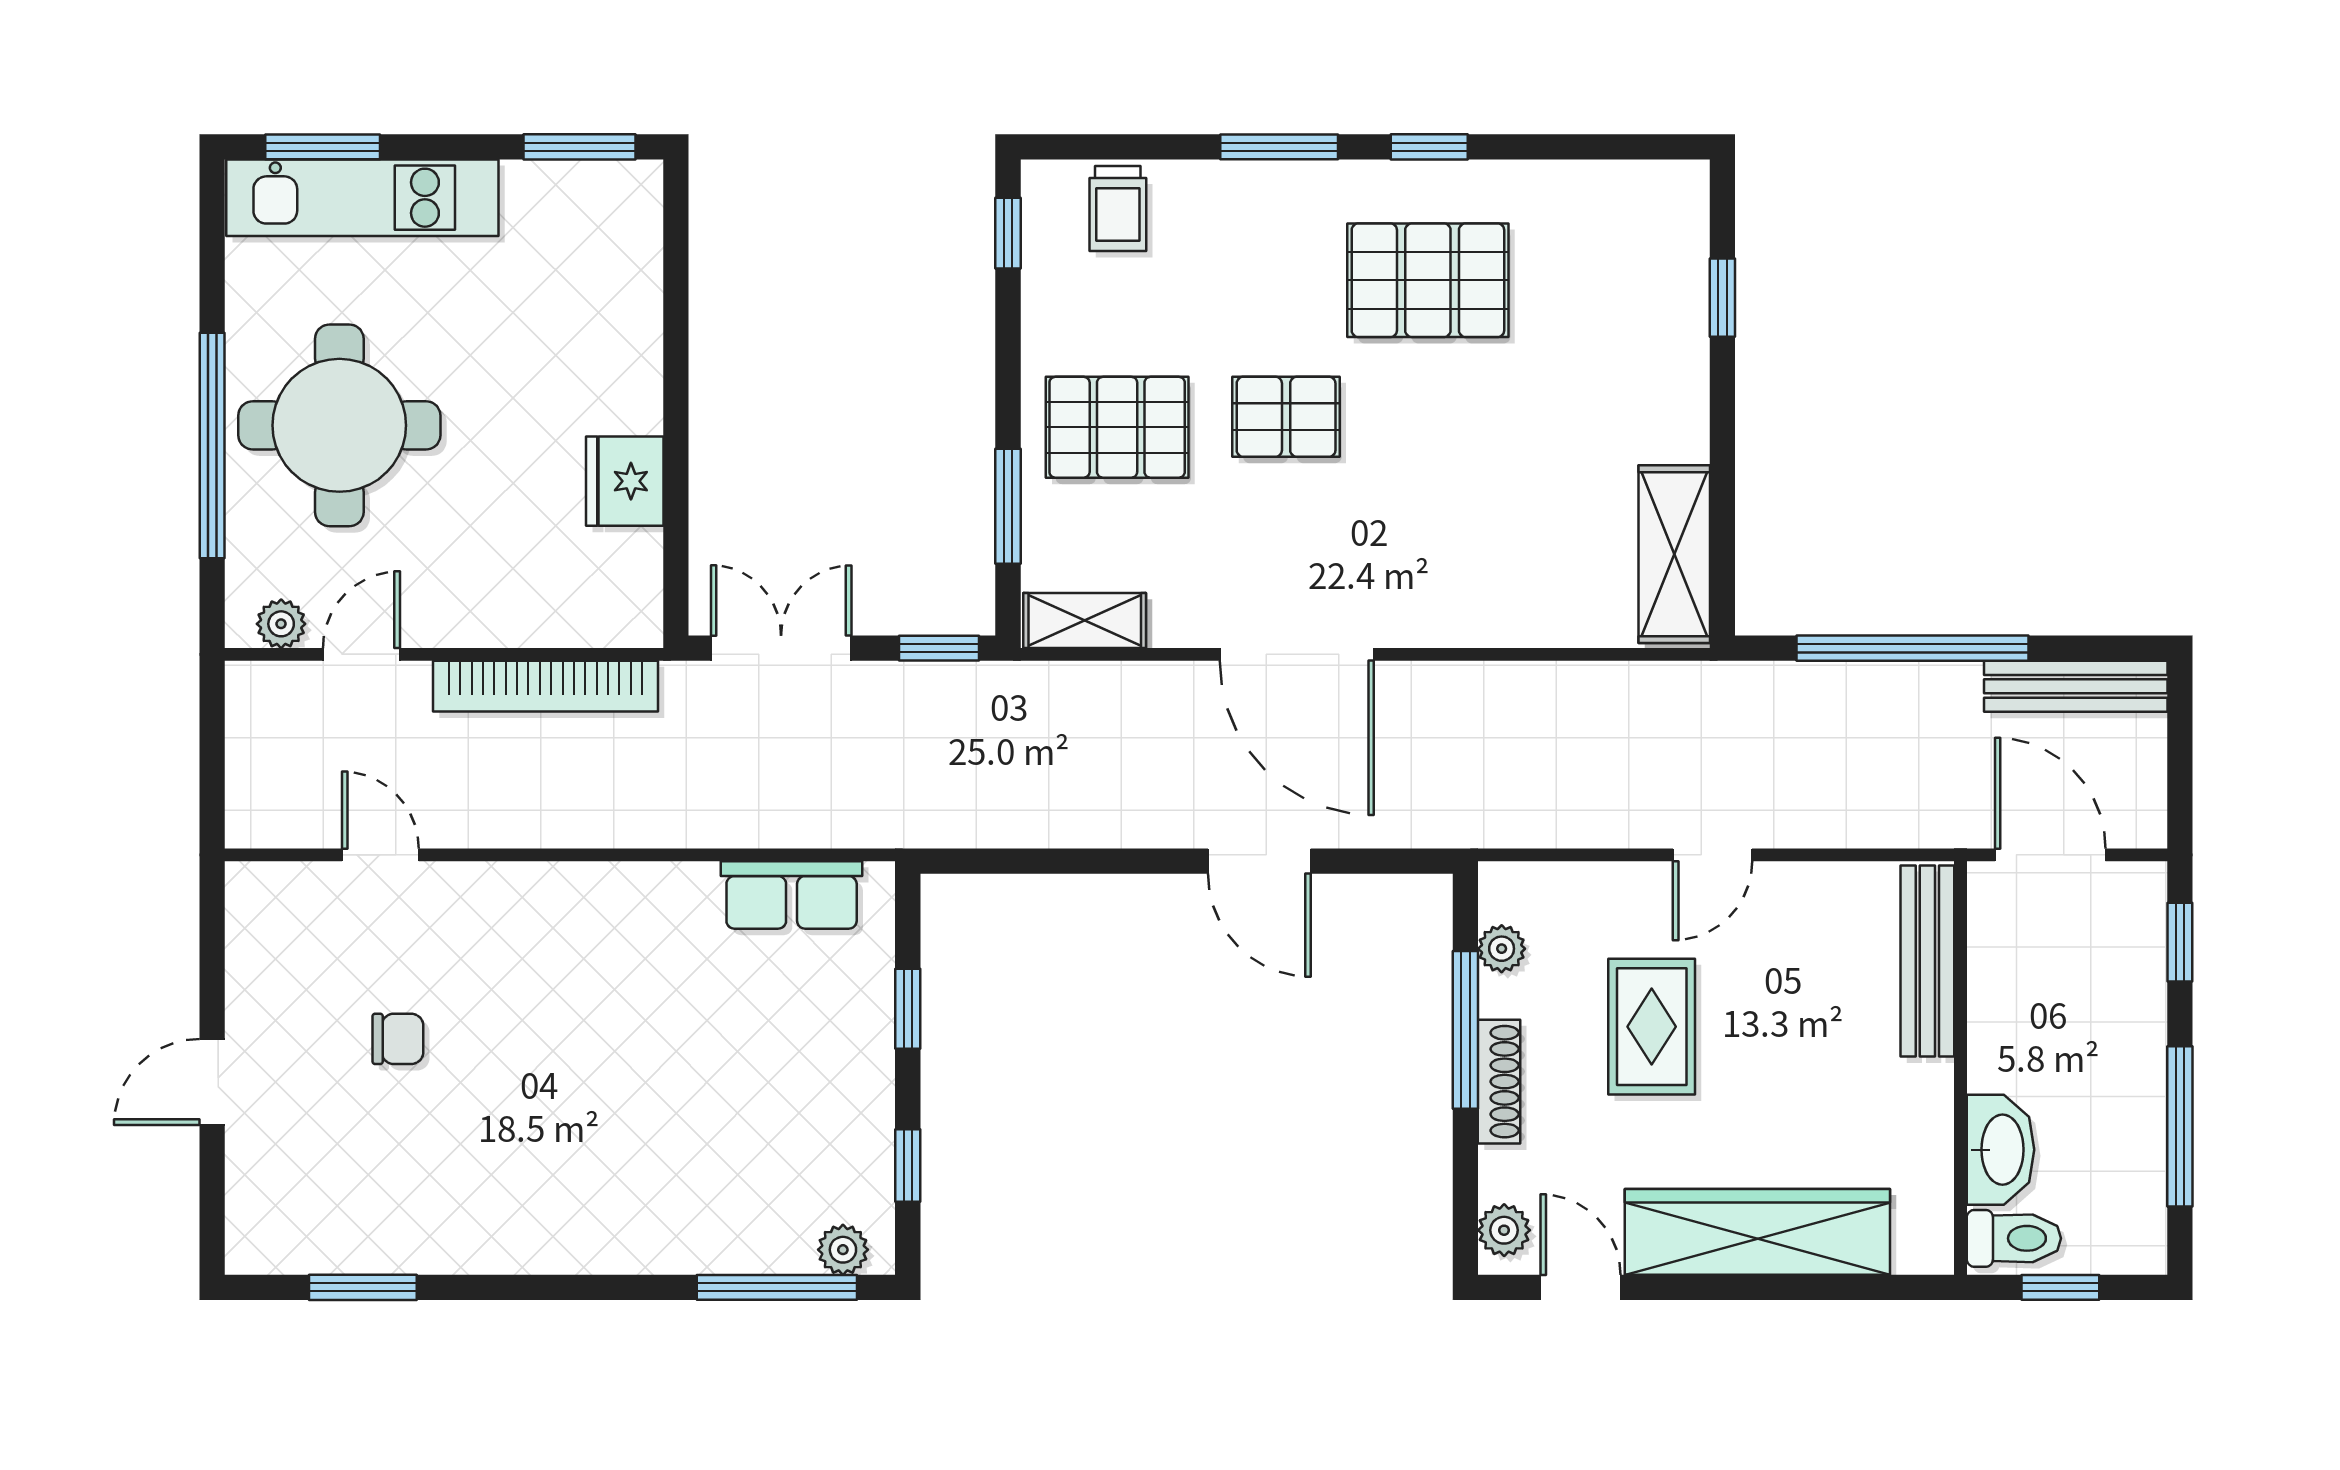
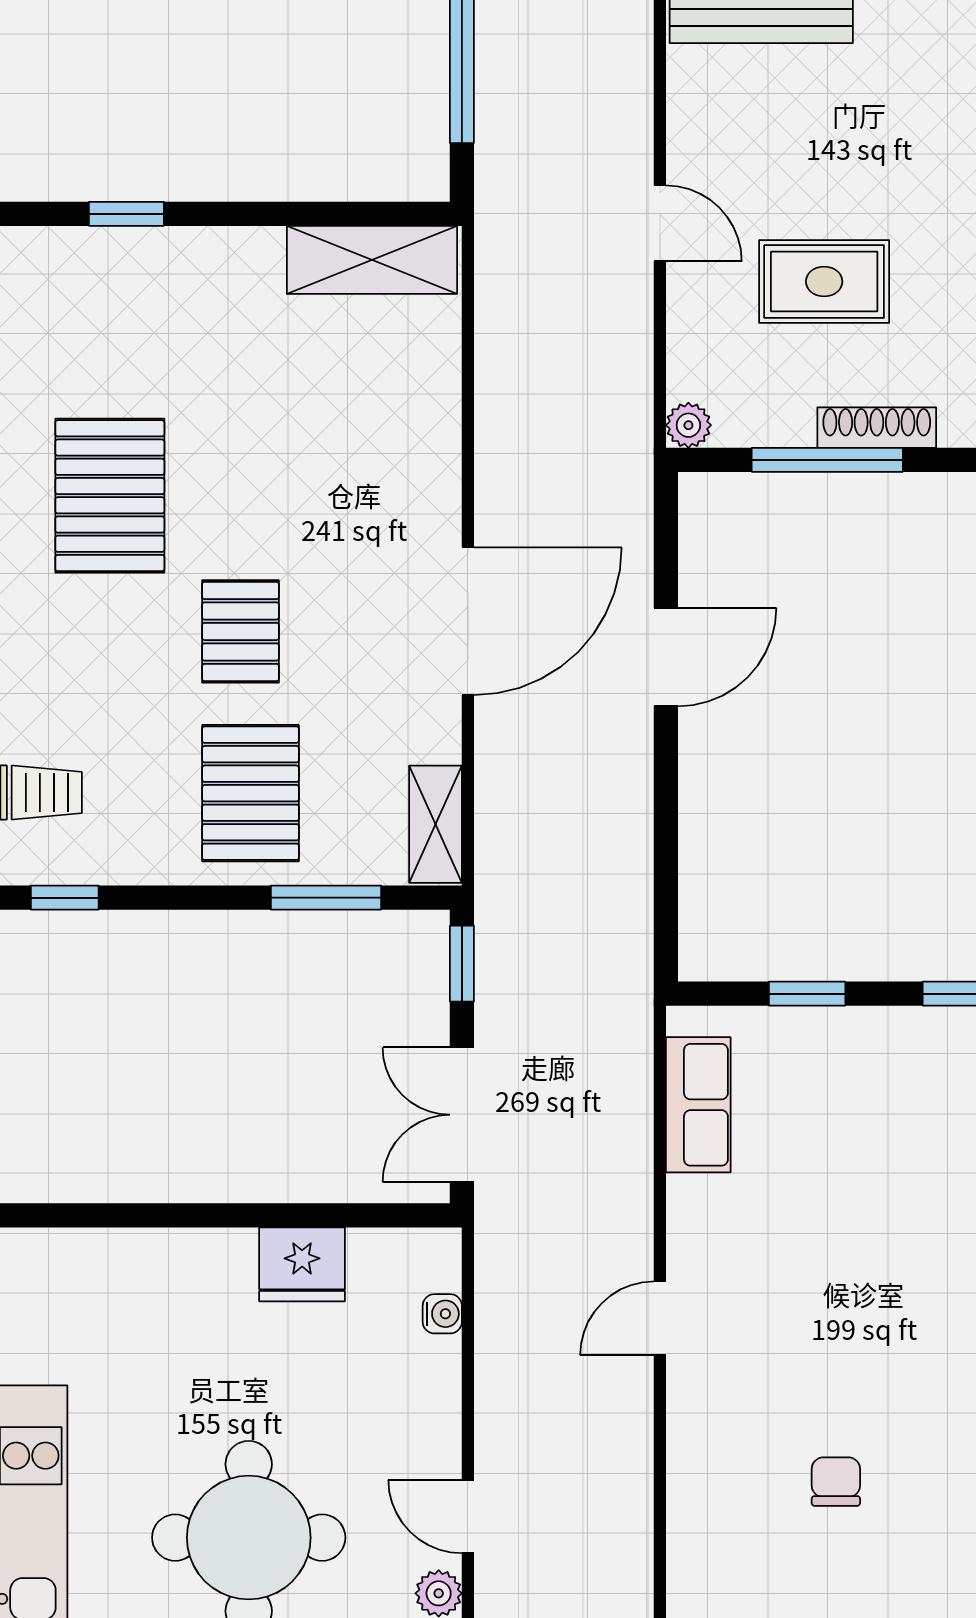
water cooler: (573, 628) -> (442, 1314), added
bookcase: (545, 686) -> (498, 1340), removed
door: (380, 855) -> (660, 1318), moved
plant: (1502, 949) -> (688, 425), moved

